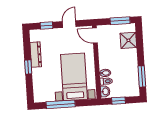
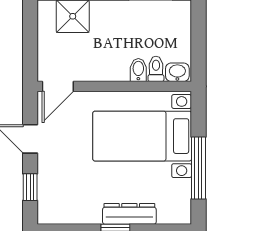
window: (120, 21) -> (30, 31), removed
dresser: (36, 55) -> (129, 214), moved
window: (118, 101) -> (198, 46), removed

